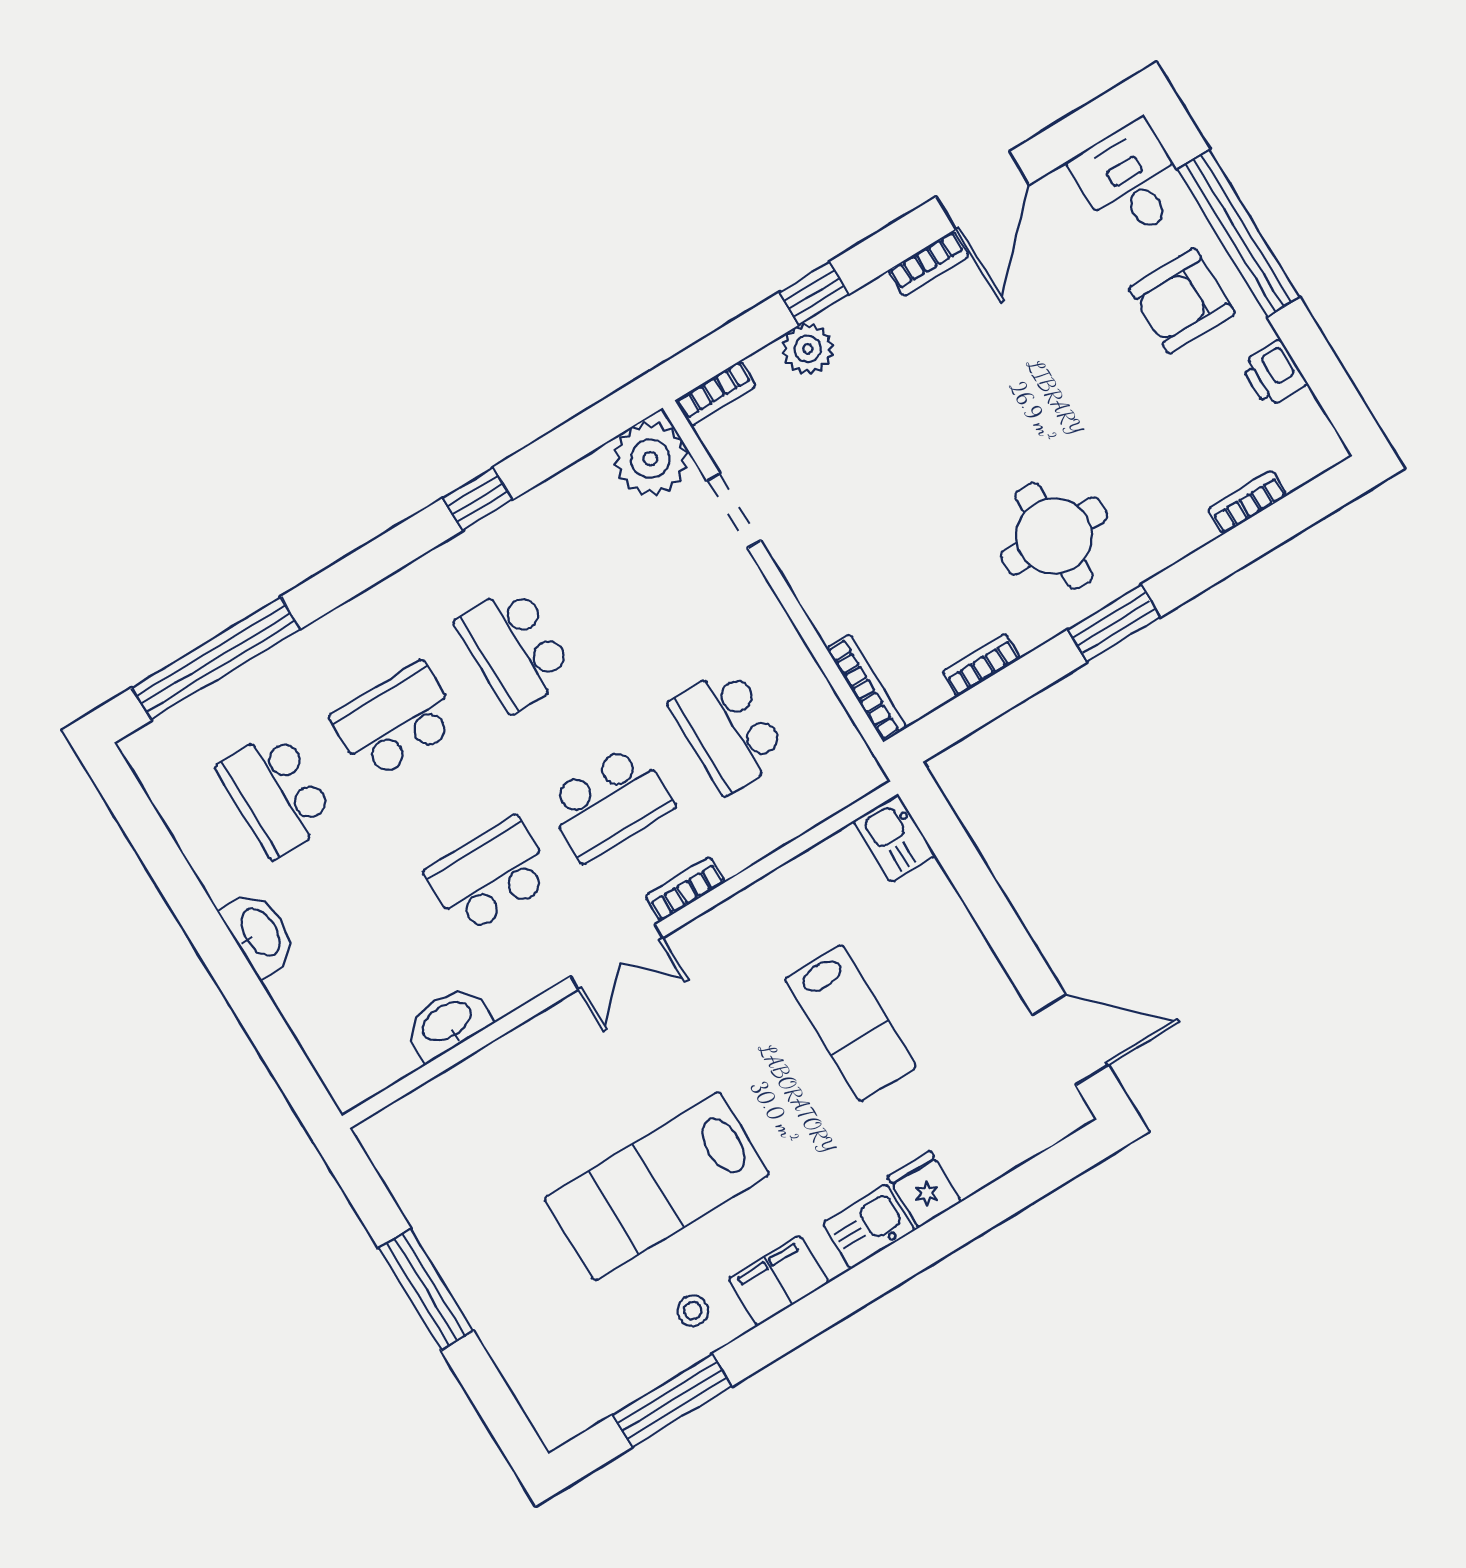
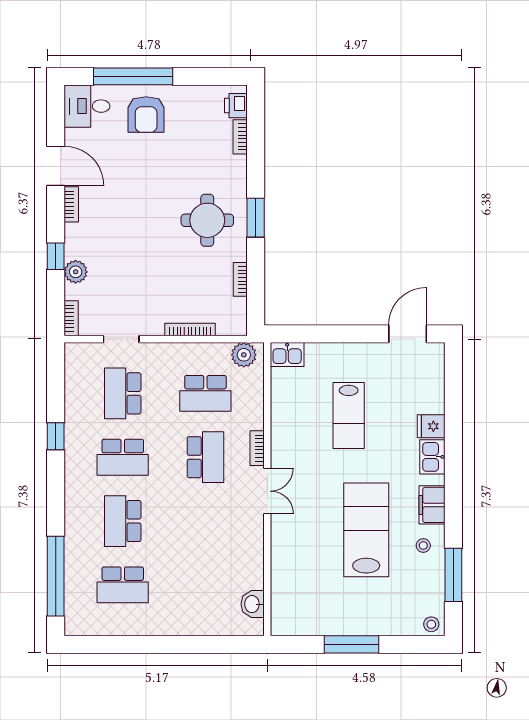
printer: (1274, 374) -> (236, 106), moved, turned 90
plant: (650, 459) -> (244, 355), moved, width x0.73, depth x0.73
bookcase: (866, 688) -> (190, 330), moved
school desk: (490, 876) -> (123, 393), moved
washbasin: (259, 933) -> (173, 625), removed
washbasin: (447, 1023) -> (253, 604), moved, width x0.72
lab bench: (851, 1023) -> (349, 415), turned 90
lab bench: (657, 1186) -> (366, 530), turned 180
stool: (555, 1416) -> (431, 624), added

